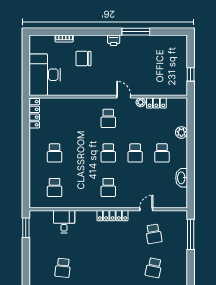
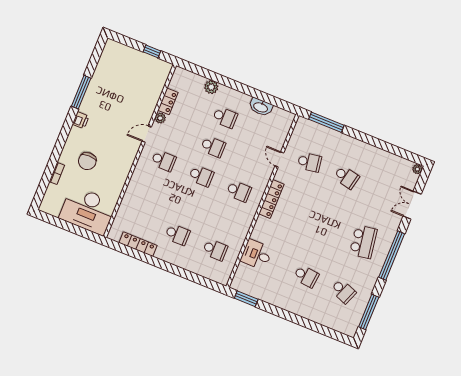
locker: (34, 113) -> (138, 244), moved

